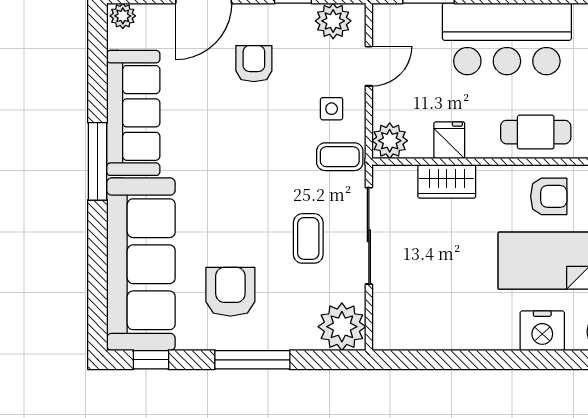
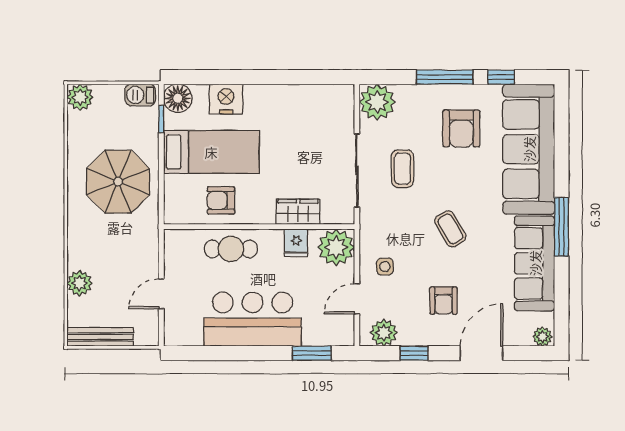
plant: (390, 141) -> (336, 247), width x1.36, depth x1.36
coffee table: (340, 157) -> (450, 229), moved, turned 59
window: (151, 360) -> (501, 77), moved

